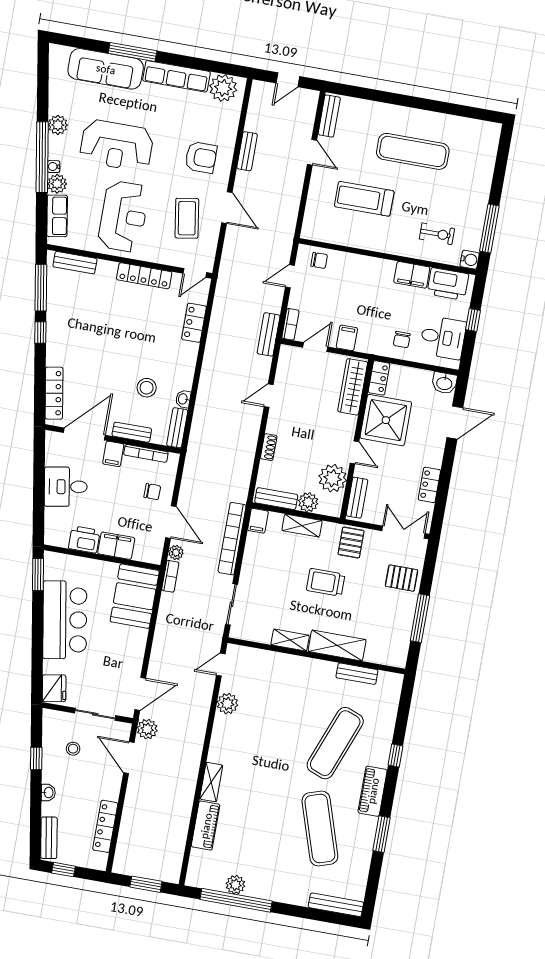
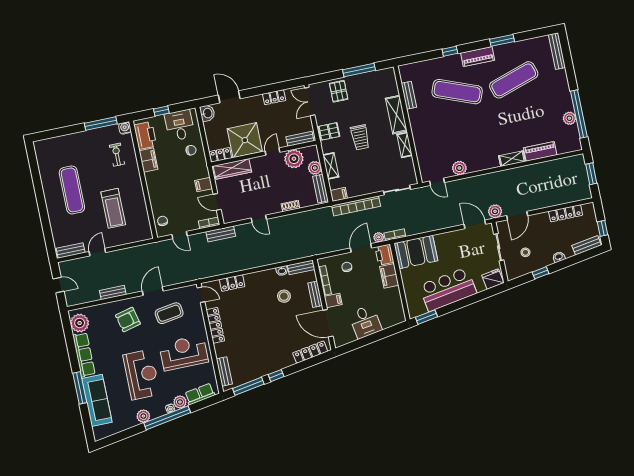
armchair: (201, 157) -> (128, 320), turned -104
printer: (84, 540) -> (384, 255), moved

